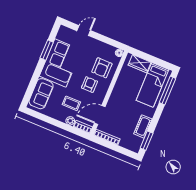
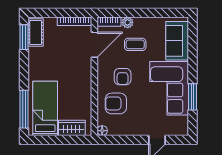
armchair: (102, 68) -> (116, 103), turned -90
cot: (143, 126) -> (36, 32), moved

